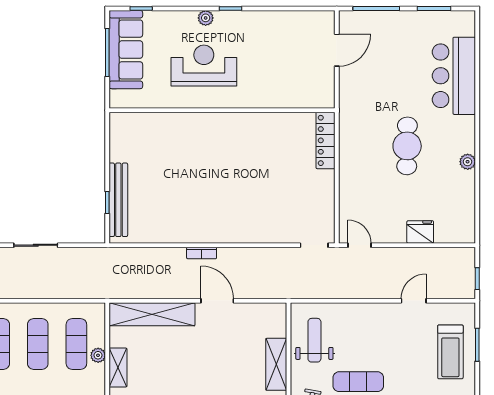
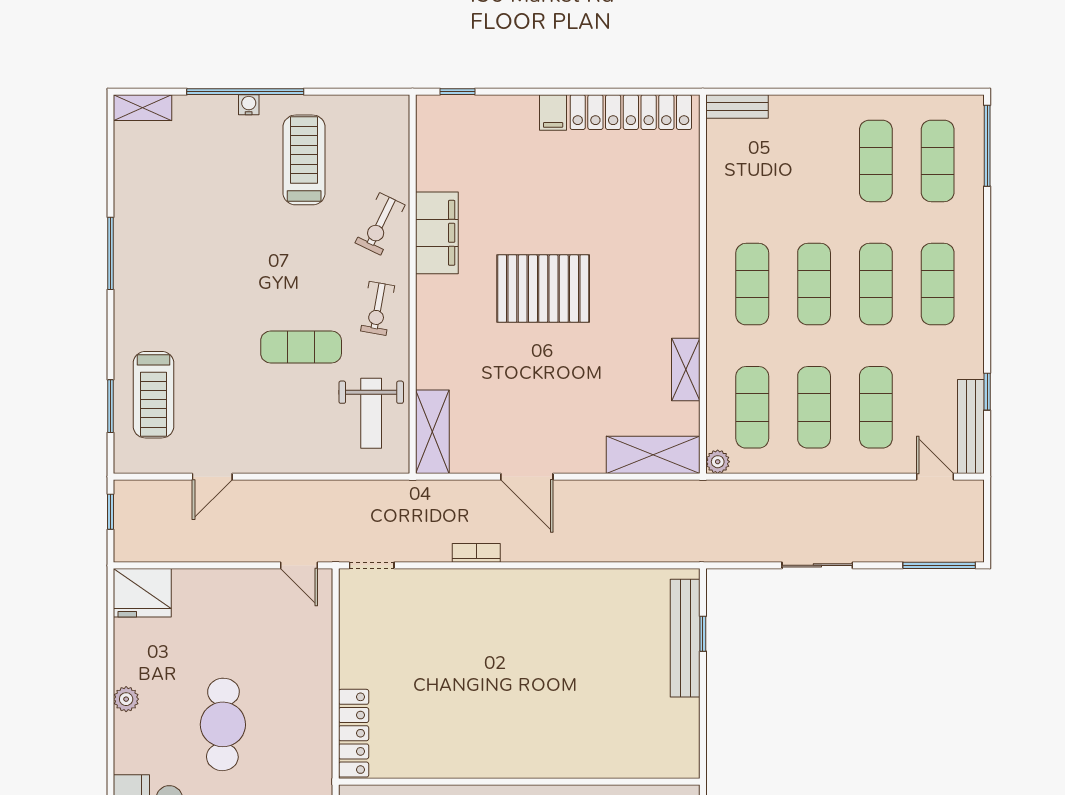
fridge: (420, 232) -> (142, 593), moved, width x1.36, depth x1.34
bookcase: (202, 253) -> (476, 553), moved
shelving: (152, 314) -> (653, 455), width x0.68
treadmill: (450, 352) -> (154, 395), turned 180
plant: (98, 355) -> (718, 462), moved
shelving: (276, 364) -> (432, 432), moved

